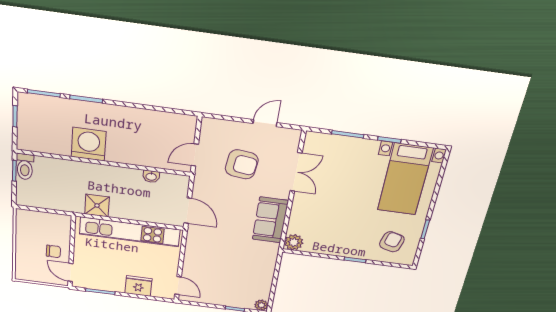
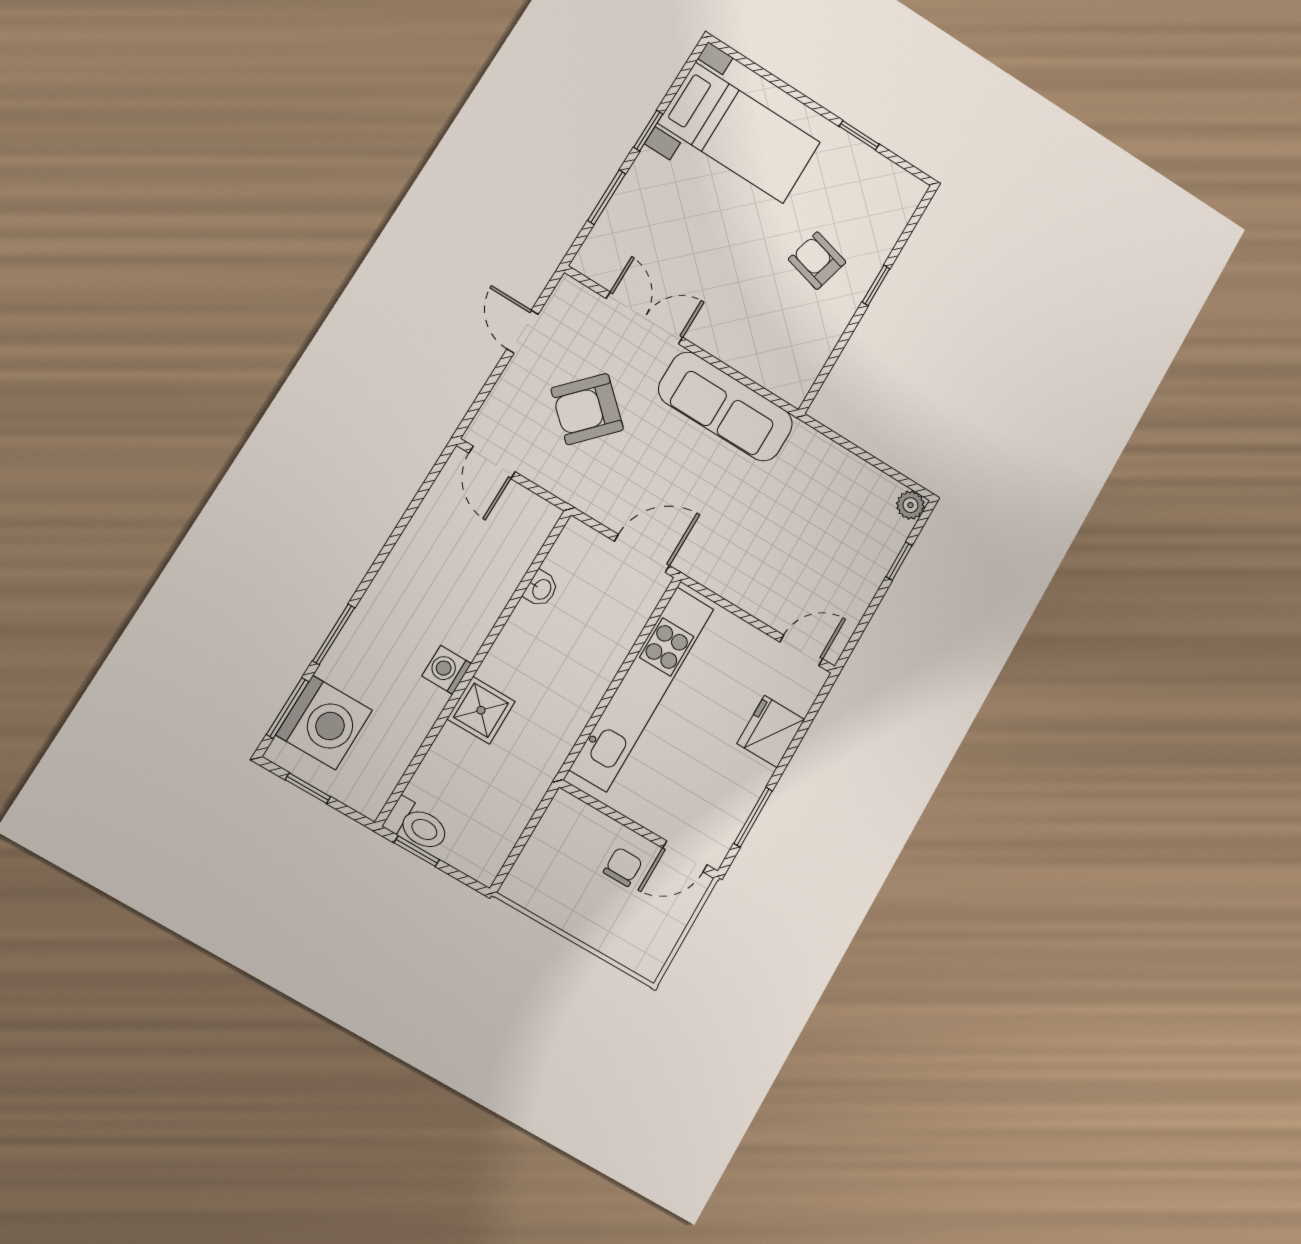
washing machine: (46, 111) -> (324, 723), added
washing machine: (89, 144) -> (447, 670), width x0.53, depth x0.53
door: (195, 155) -> (492, 462), moved
armchair: (242, 164) -> (587, 409), turned -144
shower: (97, 205) -> (481, 710), moved
sofa: (270, 220) -> (726, 407), width x1.36
plant: (294, 242) -> (792, 383), removed
armchair: (392, 242) -> (817, 261), moved

